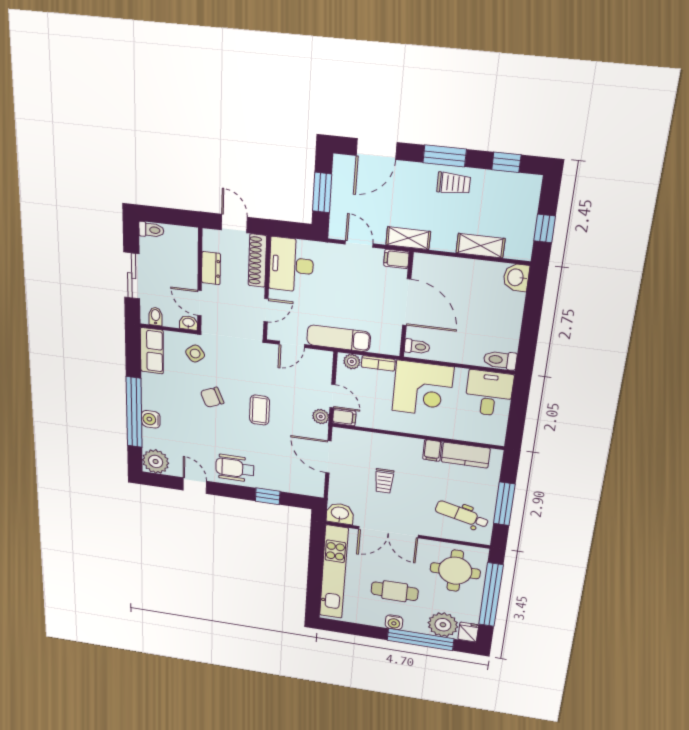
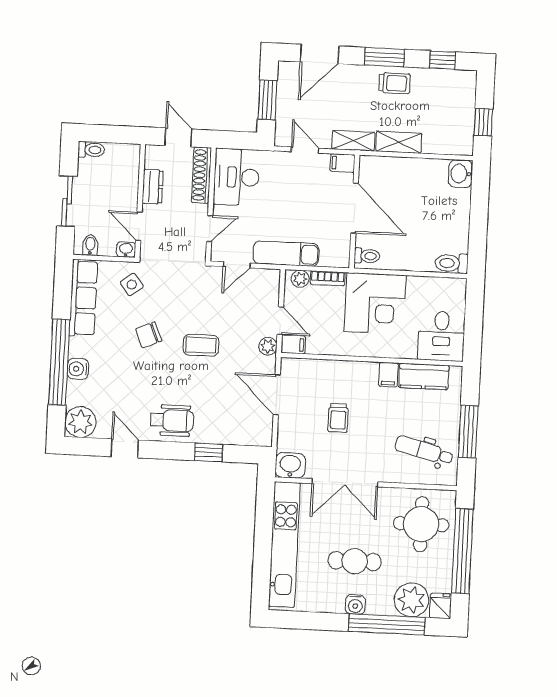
shelving: (481, 246) -> (399, 142), moved
row of seats: (152, 351) -> (83, 298), width x1.48
desk: (489, 393) -> (441, 336), moved, turned 180
coffee table: (260, 410) -> (201, 345), turned 90
wheelchair: (235, 468) -> (172, 420), turned 180

